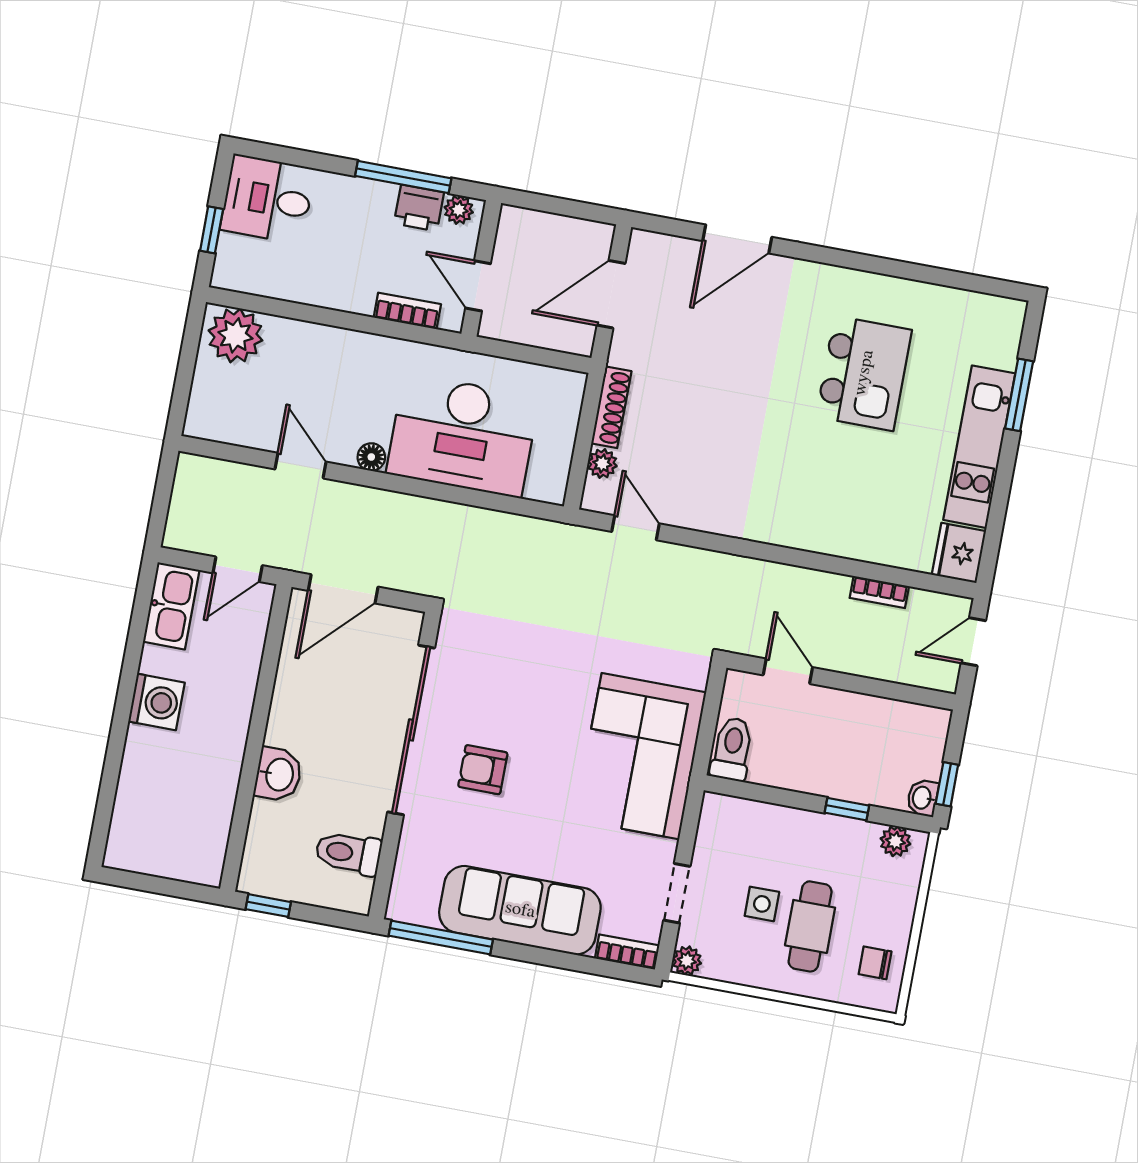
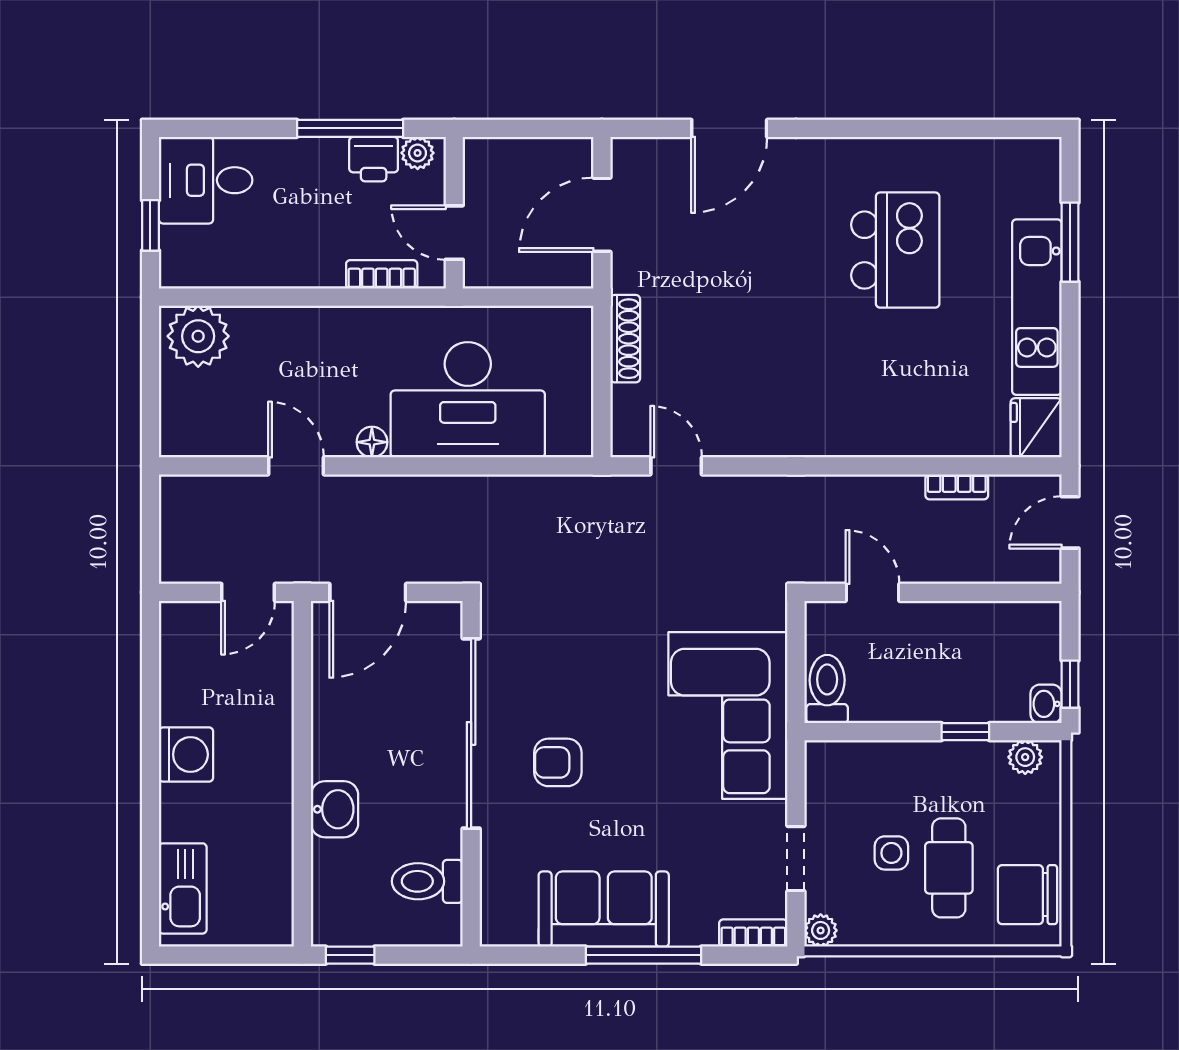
plant: (602, 463) -> (627, 402), removed
kitchen sink: (171, 606) -> (183, 888), moved
sofa: (520, 910) -> (604, 909), width x0.73
window: (441, 938) -> (644, 955), moved
chair: (875, 963) -> (1027, 895), width x1.87, depth x1.87

